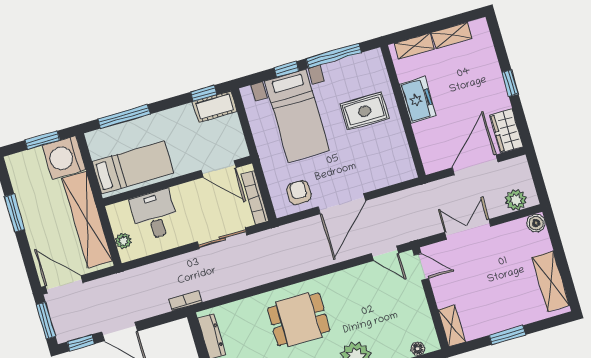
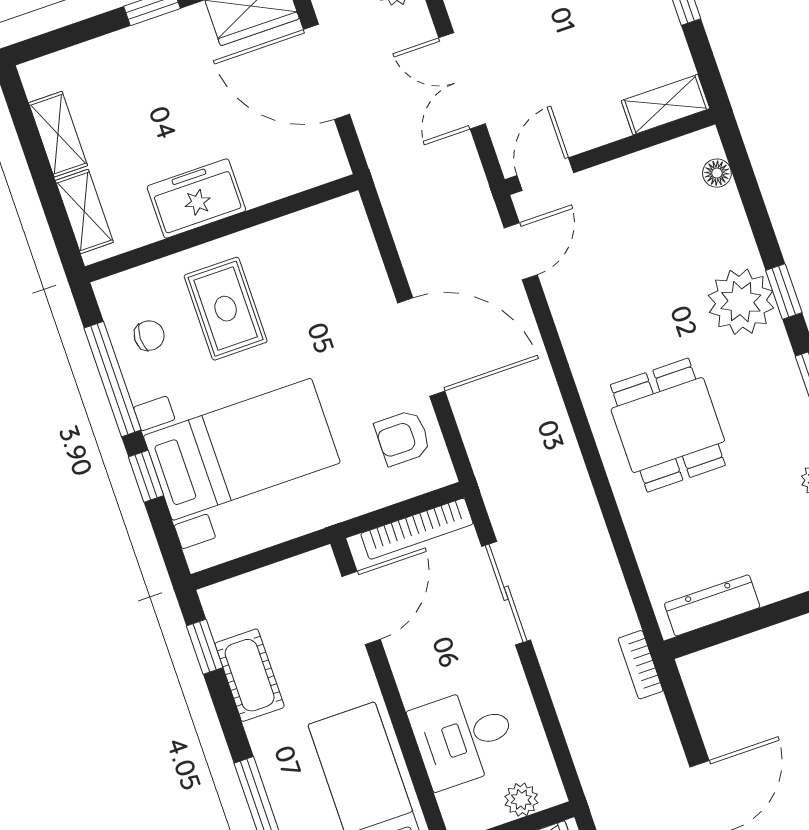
chair: (354, 74) -> (149, 336), added
cot: (215, 107) -> (250, 675), moved

